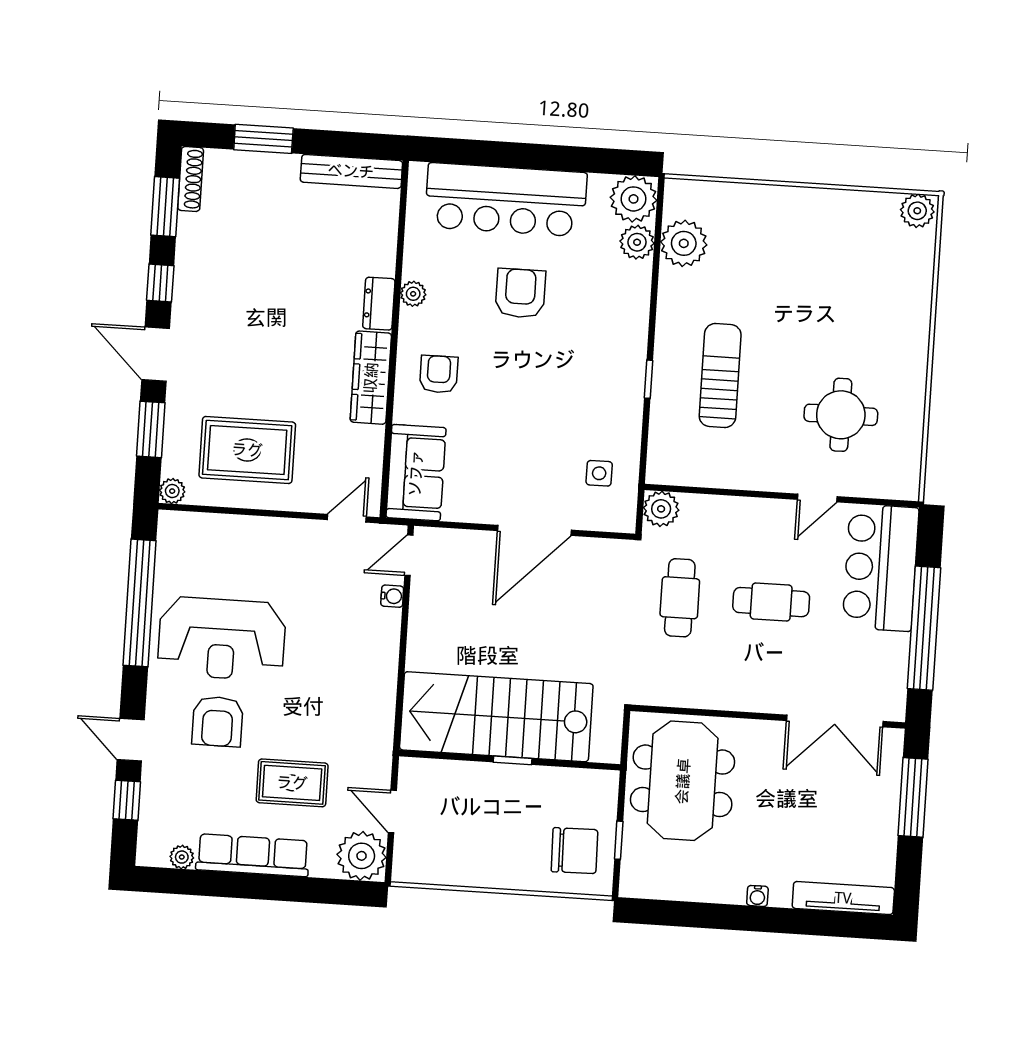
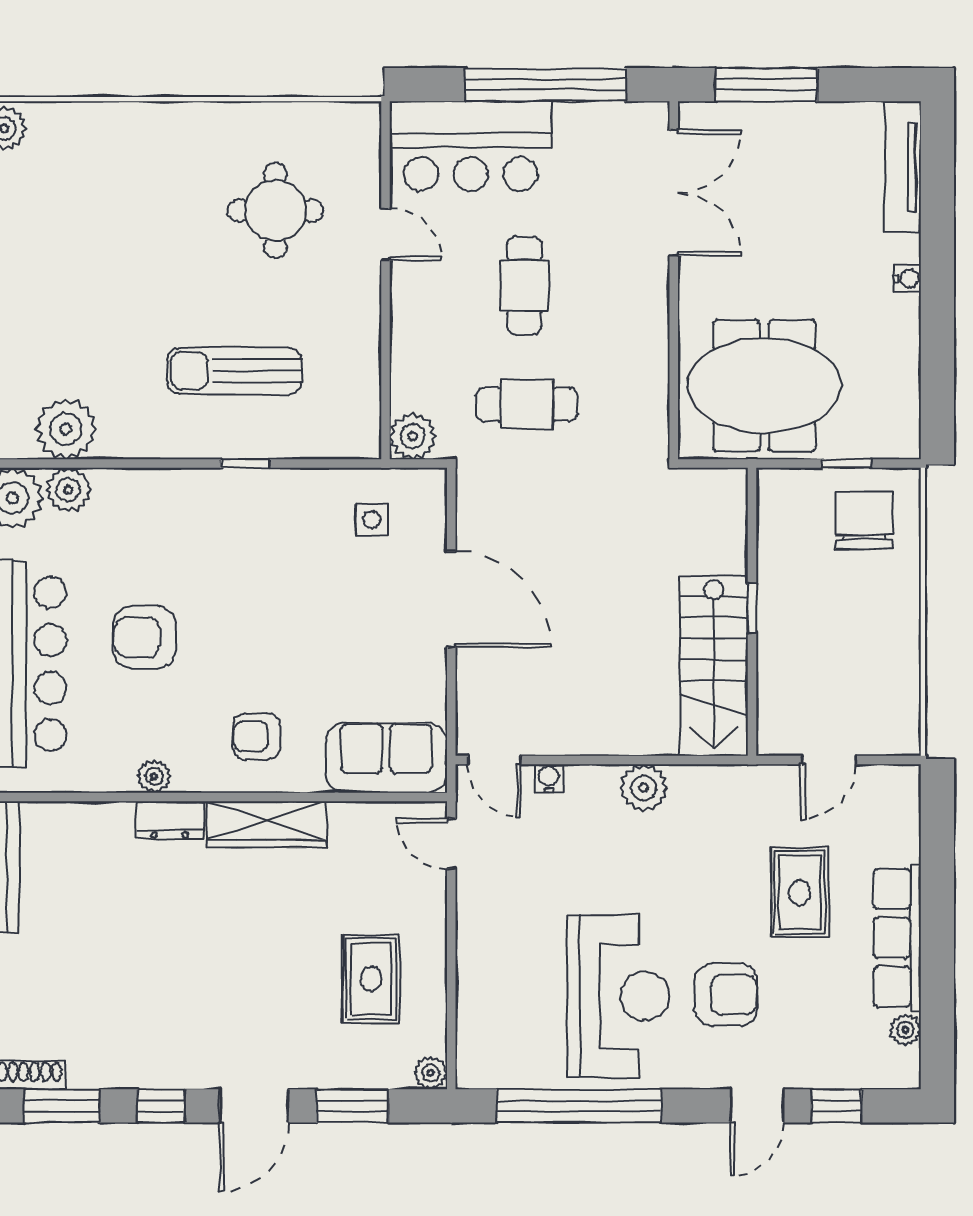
rug: (247, 450) -> (371, 979), width x0.73, depth x0.70
stairs: (496, 717) -> (714, 666), width x0.73, depth x0.66
plant: (362, 856) -> (644, 788), moved, width x0.73, depth x0.73

